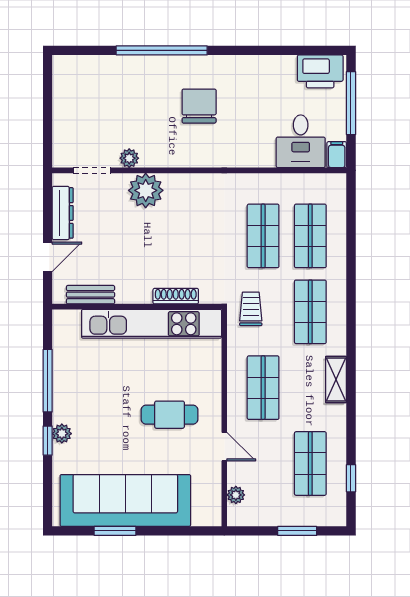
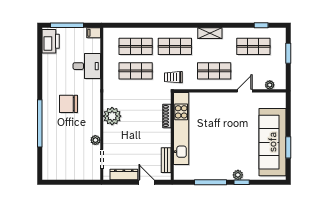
desk: (301, 141) -> (87, 66), moved
plant: (146, 190) -> (112, 116), moved
cafe table: (170, 415) -> (228, 119), removed

